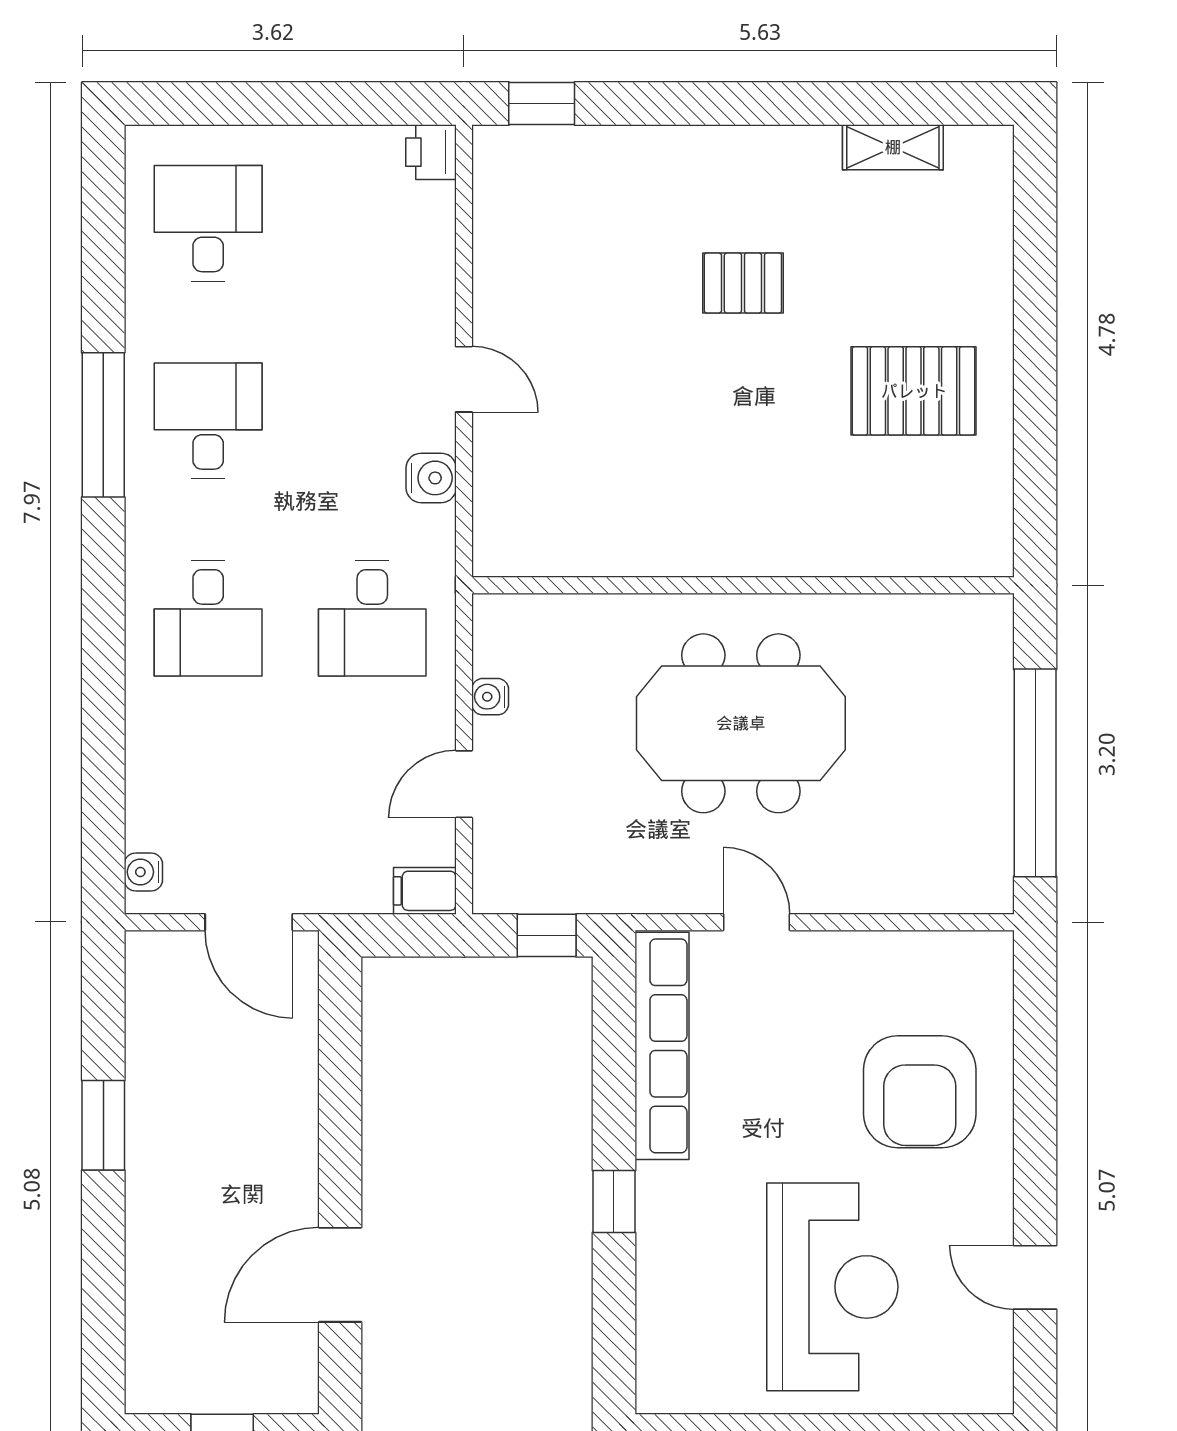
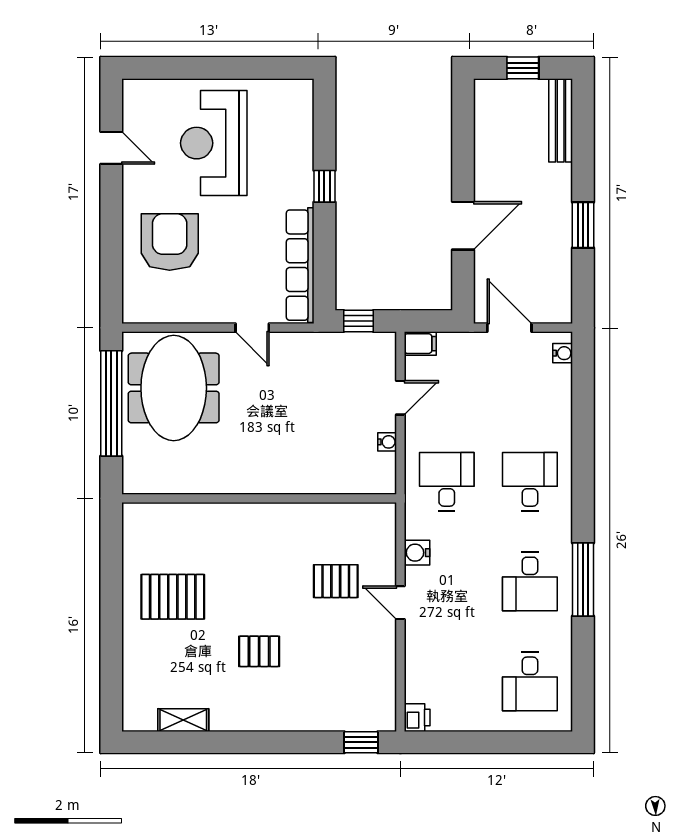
pallet: (592, 422) -> (336, 581), added
meeting table: (741, 723) -> (174, 388), moved, turned 90
door: (340, 1275) -> (463, 226), moved
bench: (147, 1332) -> (561, 120), added

